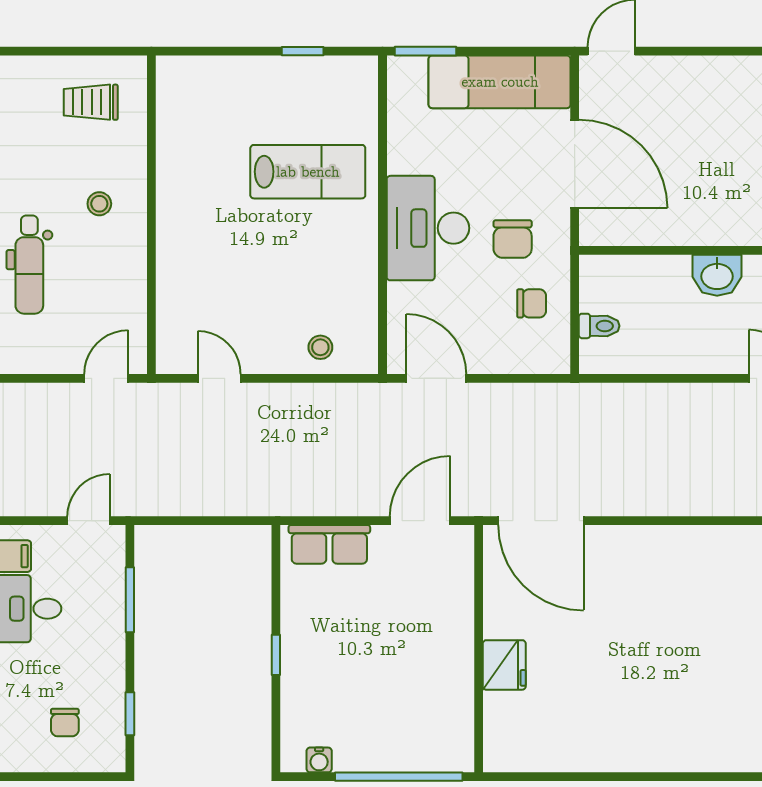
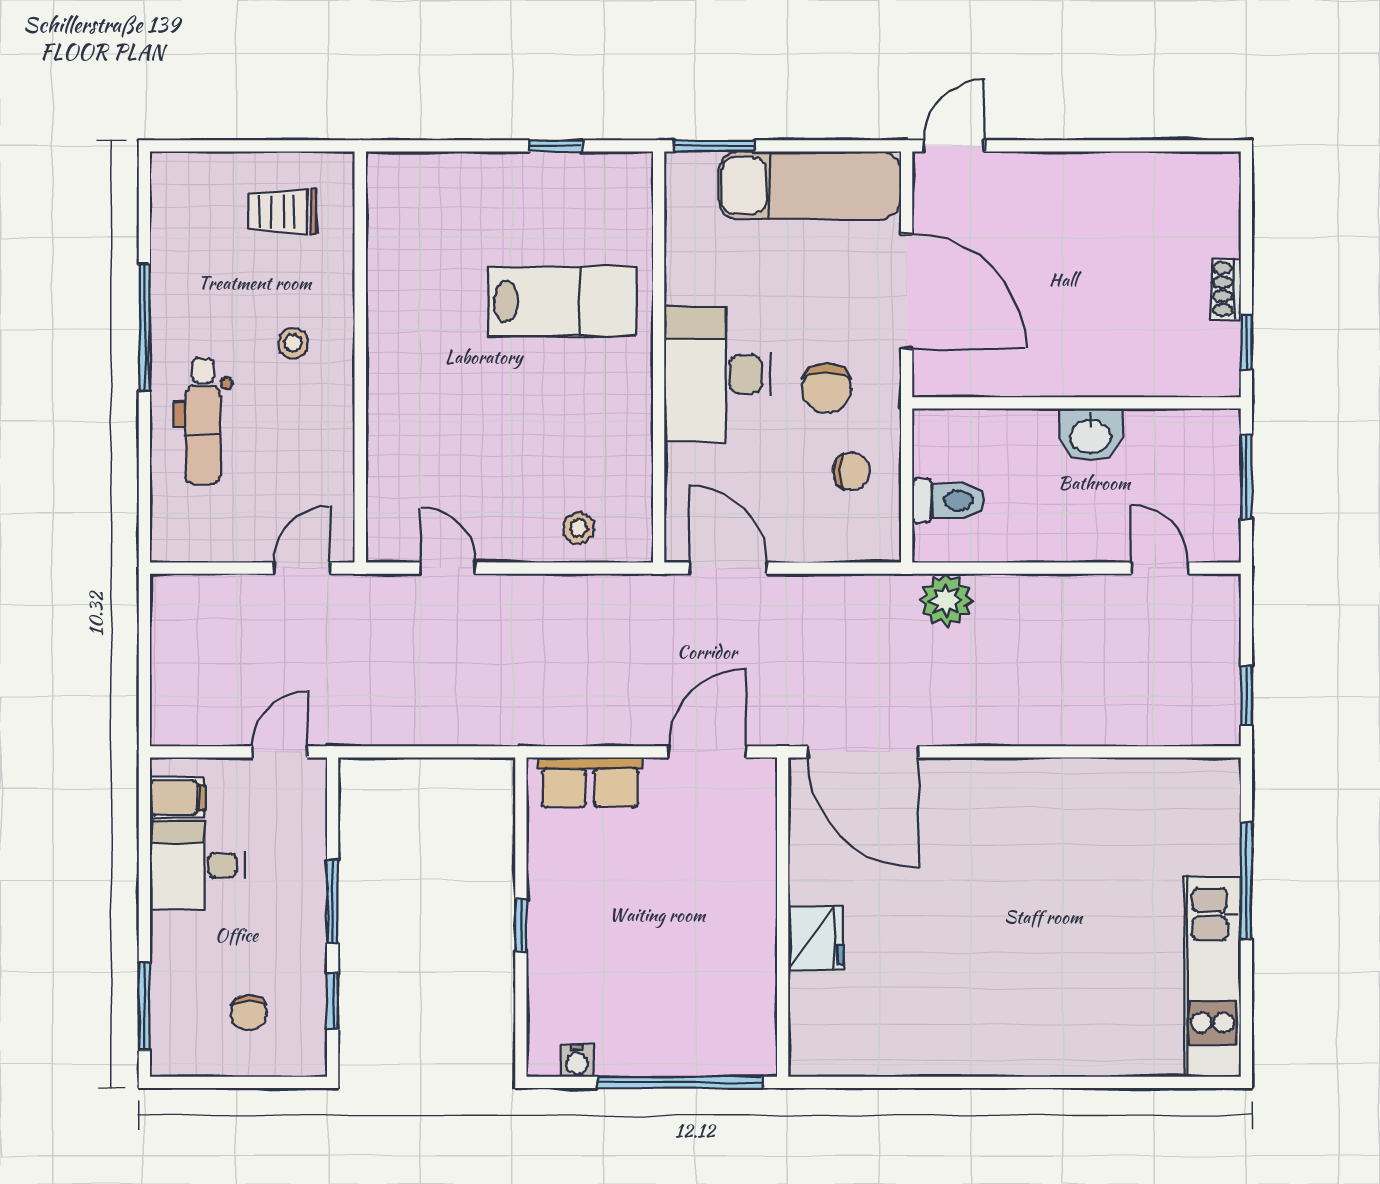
toilet: (599, 326) -> (948, 501), width x1.37, depth x1.39
plant: (605, 403) -> (946, 600), added
window: (130, 600) -> (333, 902), moved

